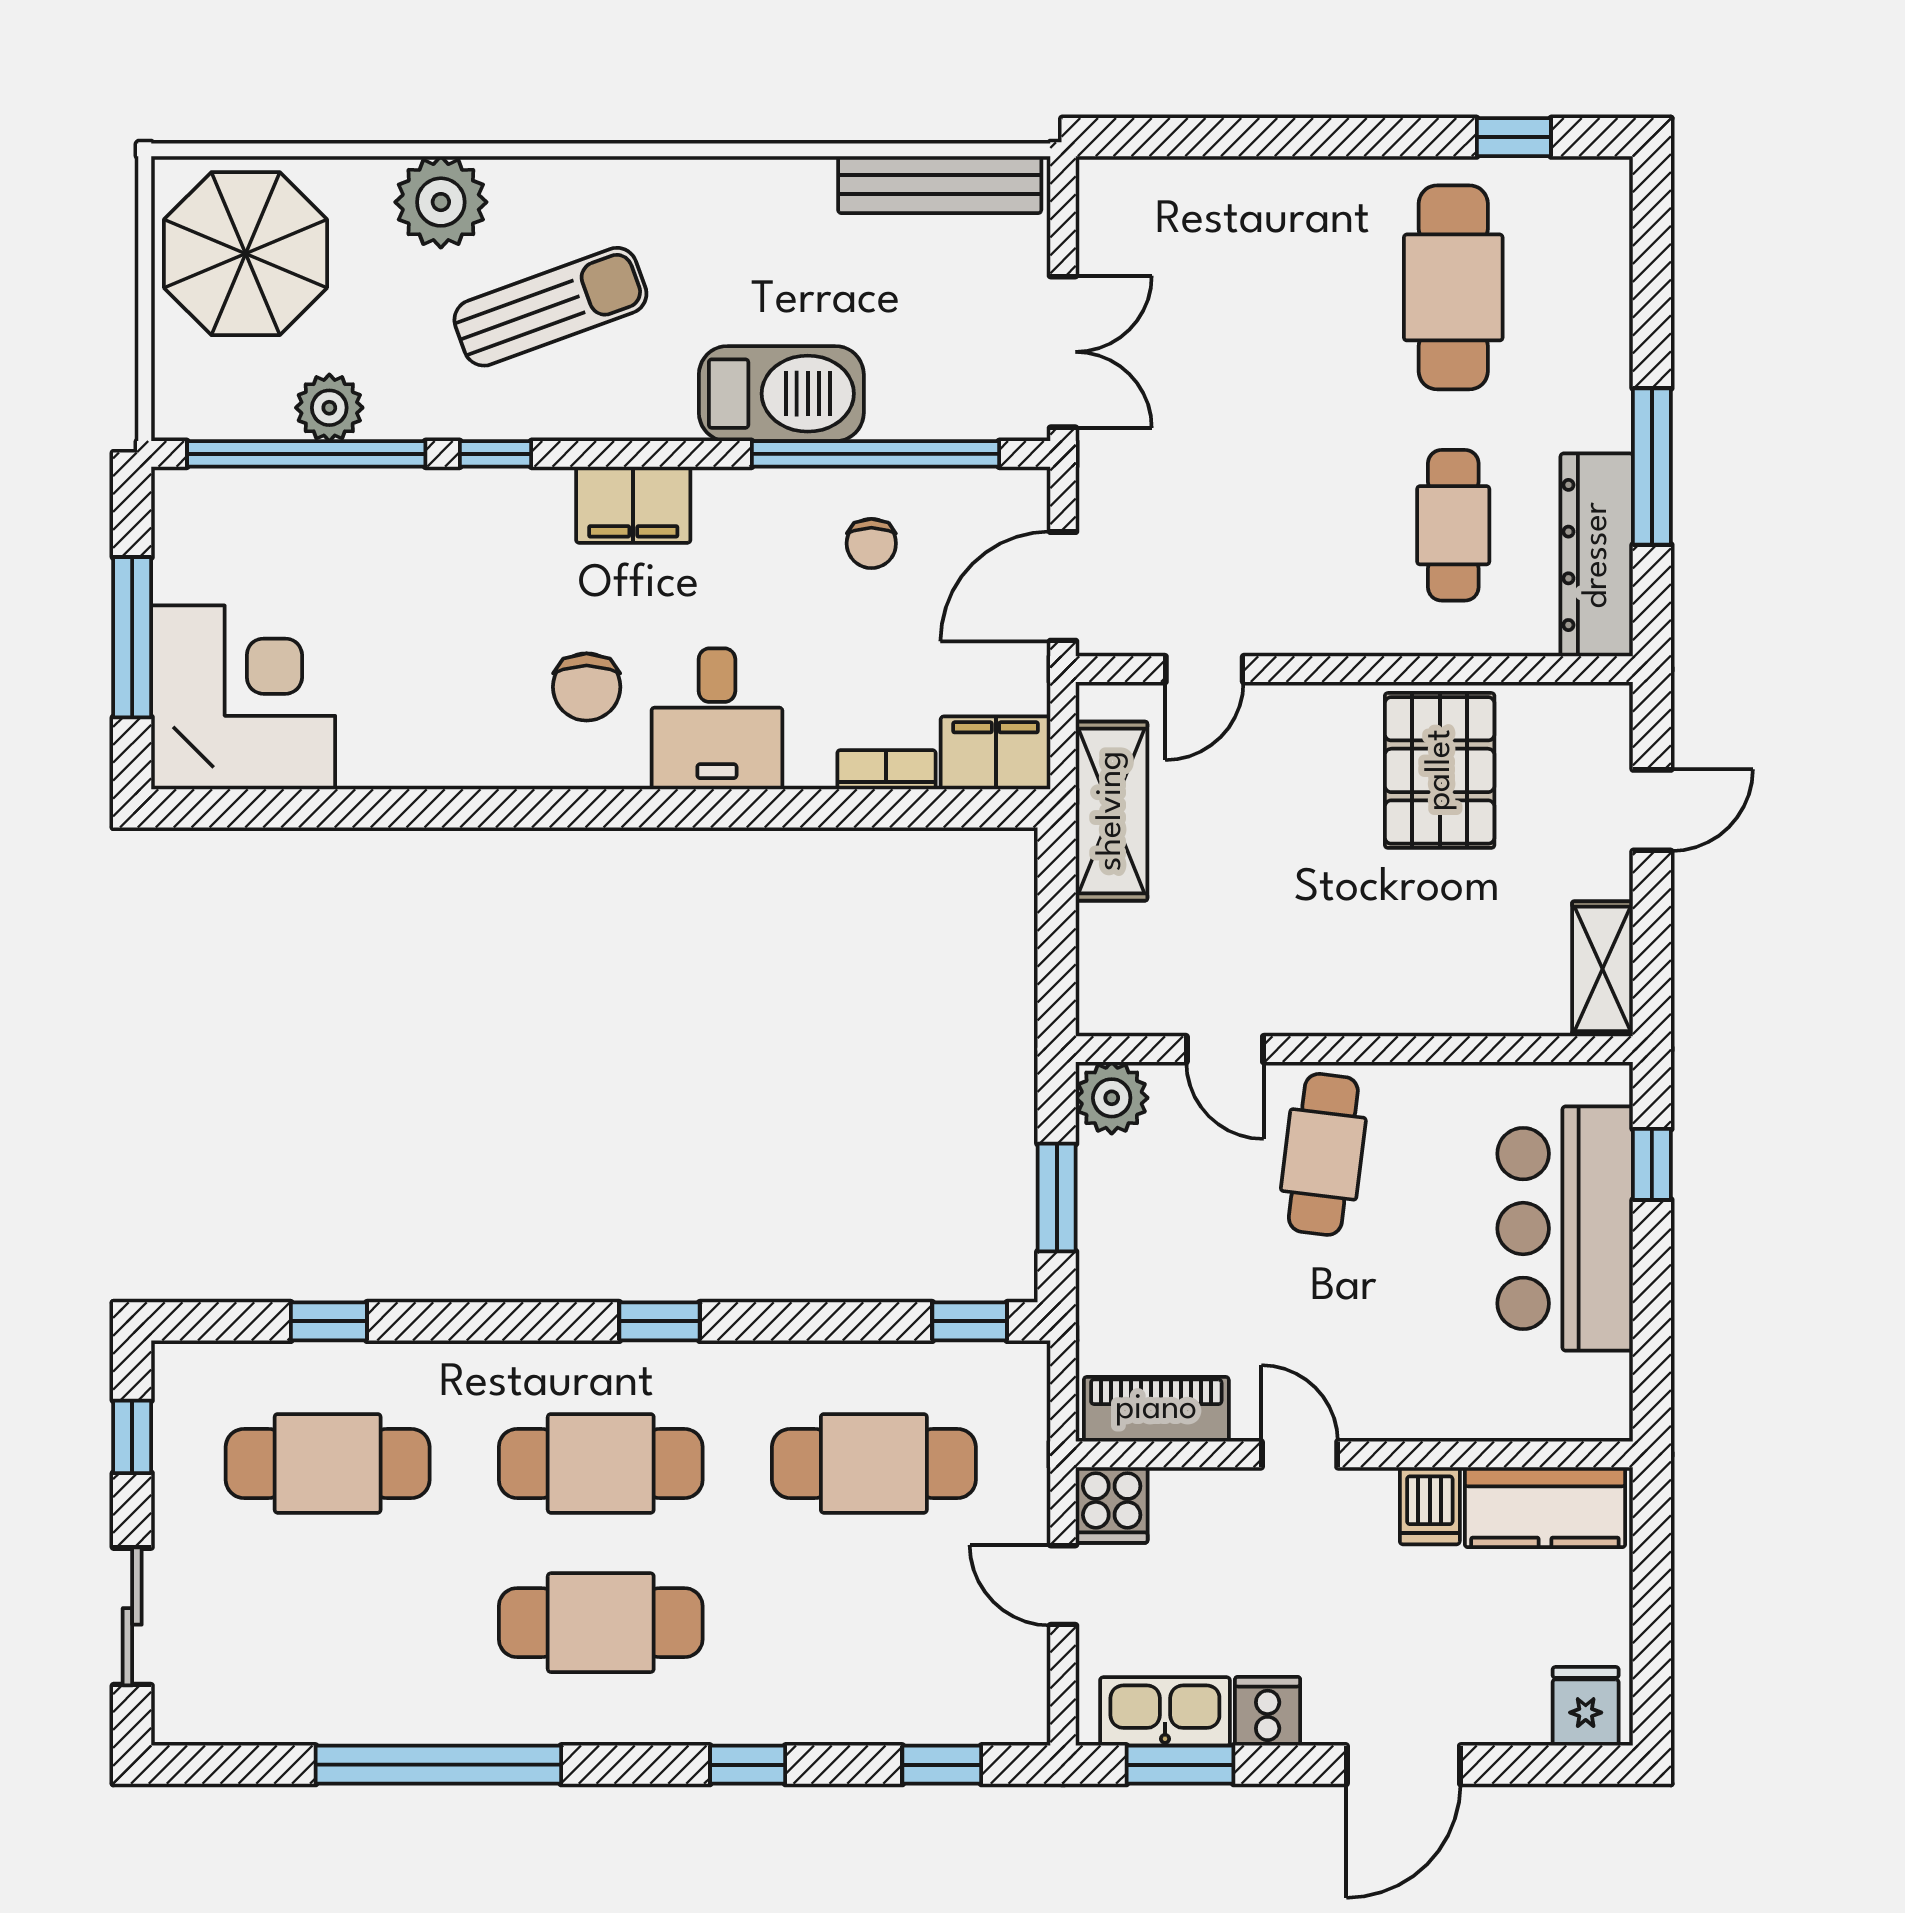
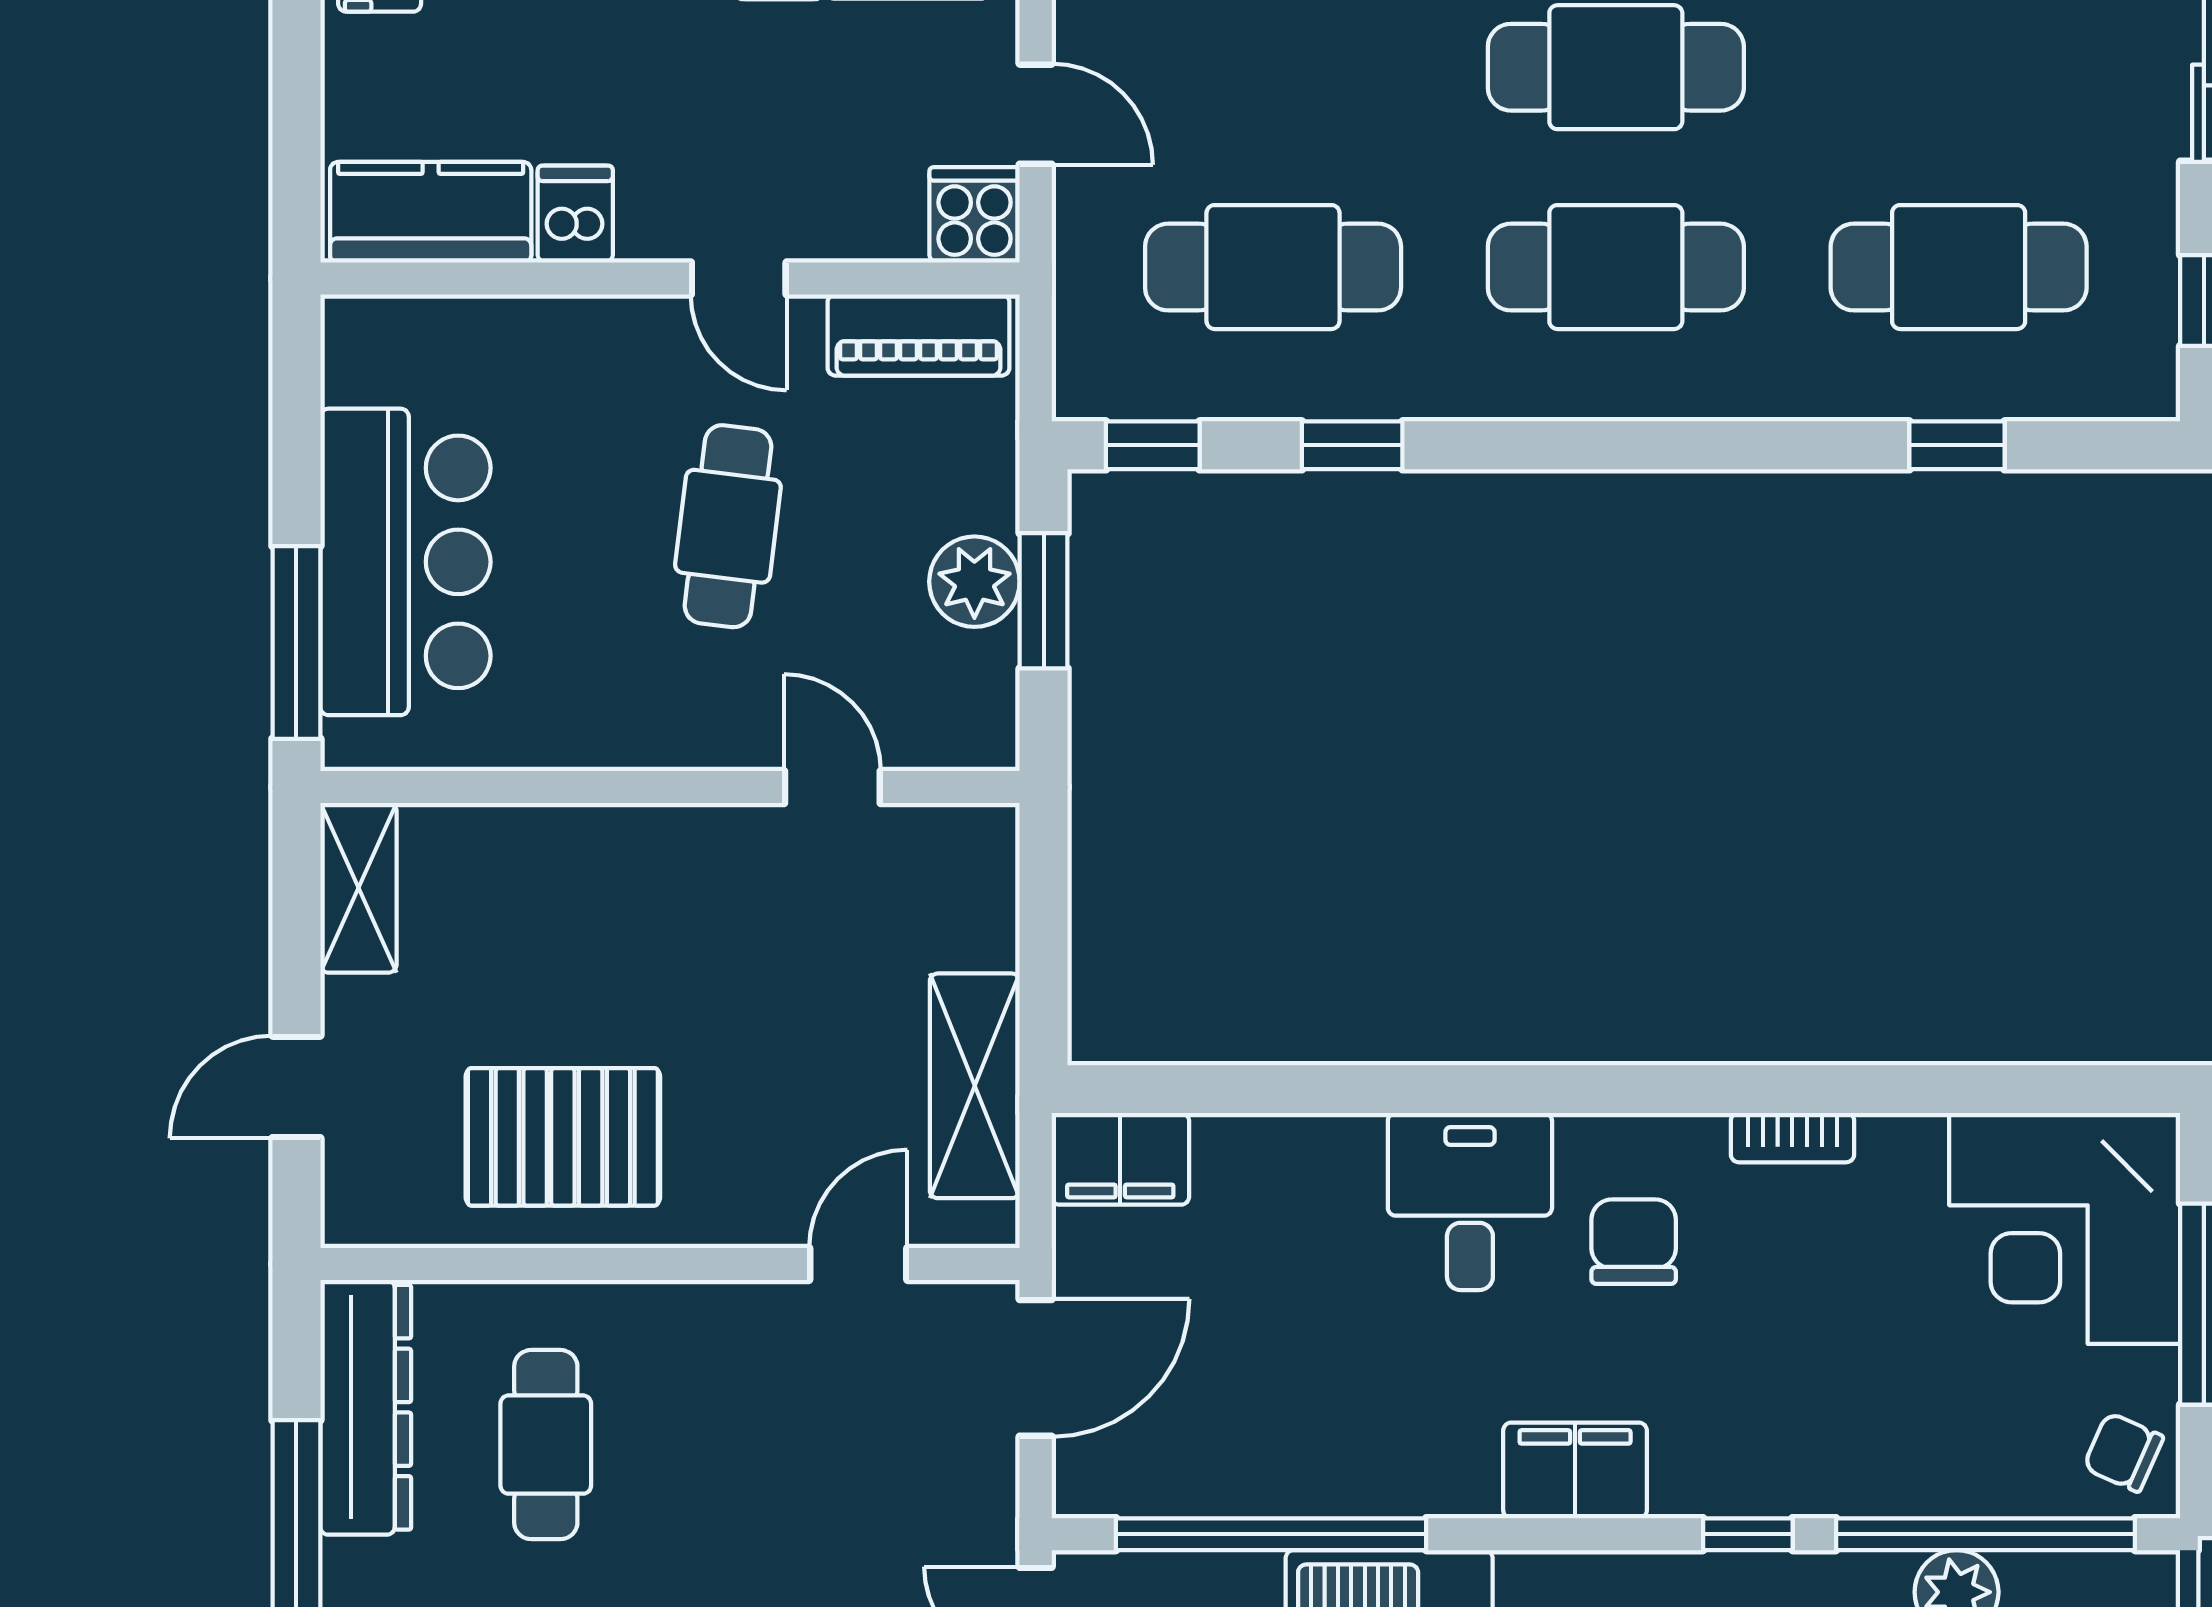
chair: (871, 543) -> (2123, 1452), moved, turned -66
bookcase: (886, 770) -> (1792, 1138), moved
pallet: (1440, 770) -> (563, 1137), turned 90
plant: (1112, 1098) -> (974, 582), moved
cafe table: (1323, 1154) -> (728, 526), moved
window: (1652, 1164) -> (296, 642), width x2.17
window: (660, 1321) -> (1352, 445), moved

